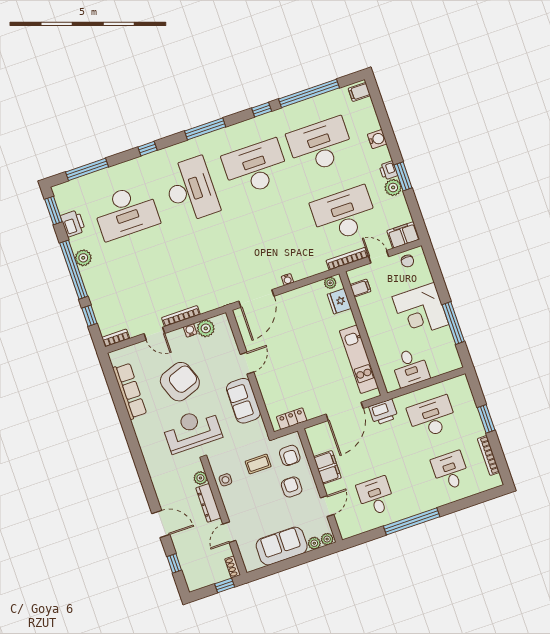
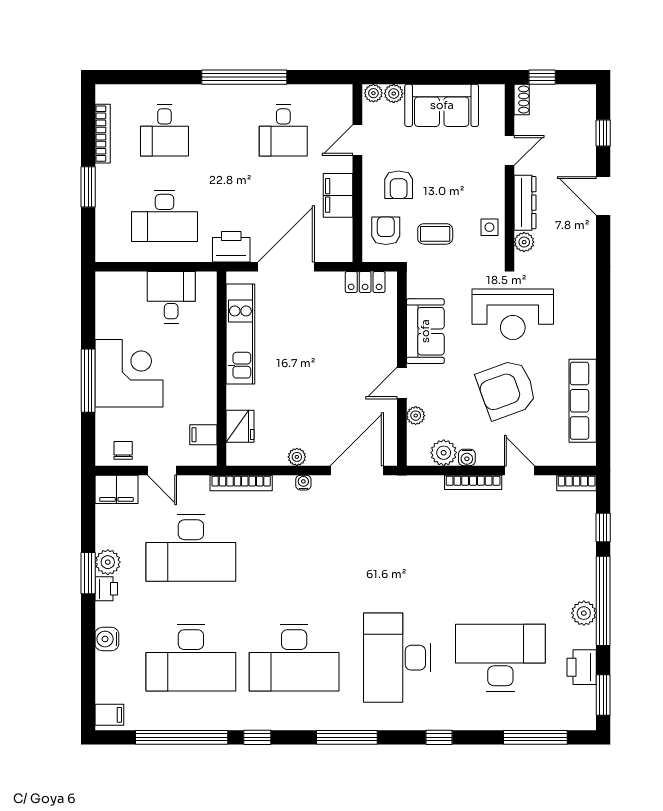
bookcase: (347, 259) -> (241, 483), moved
plant: (330, 283) -> (297, 457), moved
window: (453, 323) -> (88, 381), moved
plant: (231, 346) -> (416, 416), added

